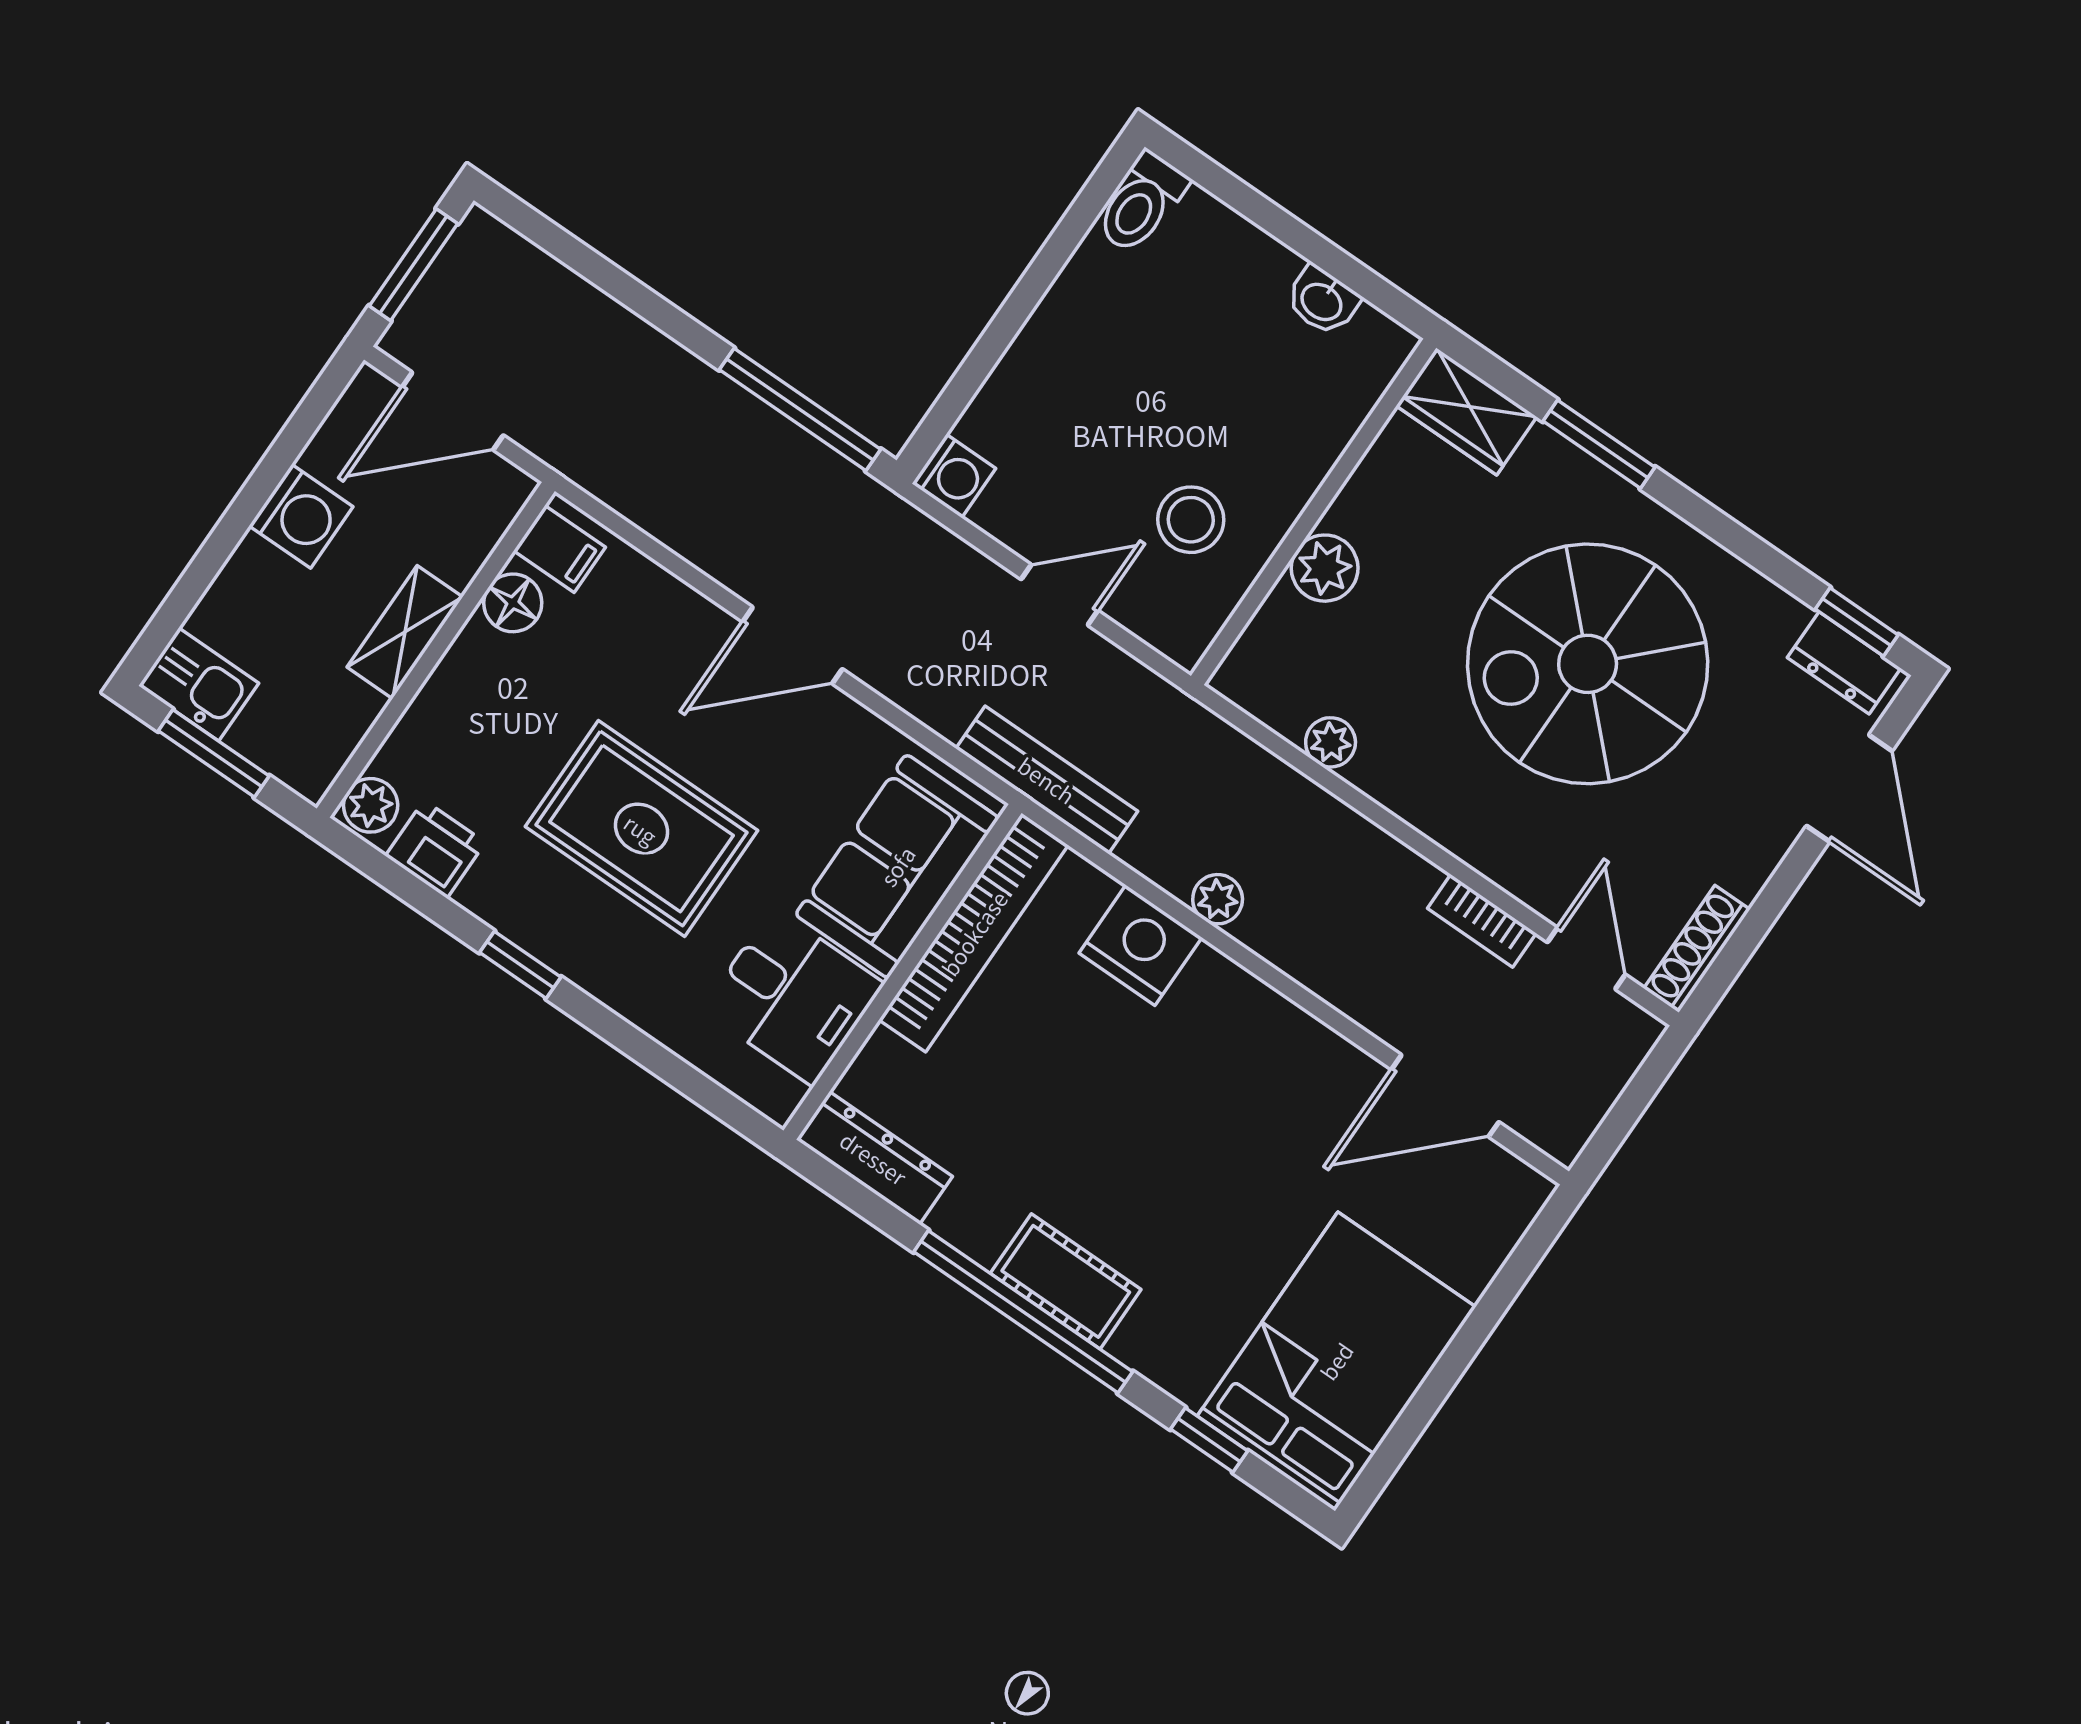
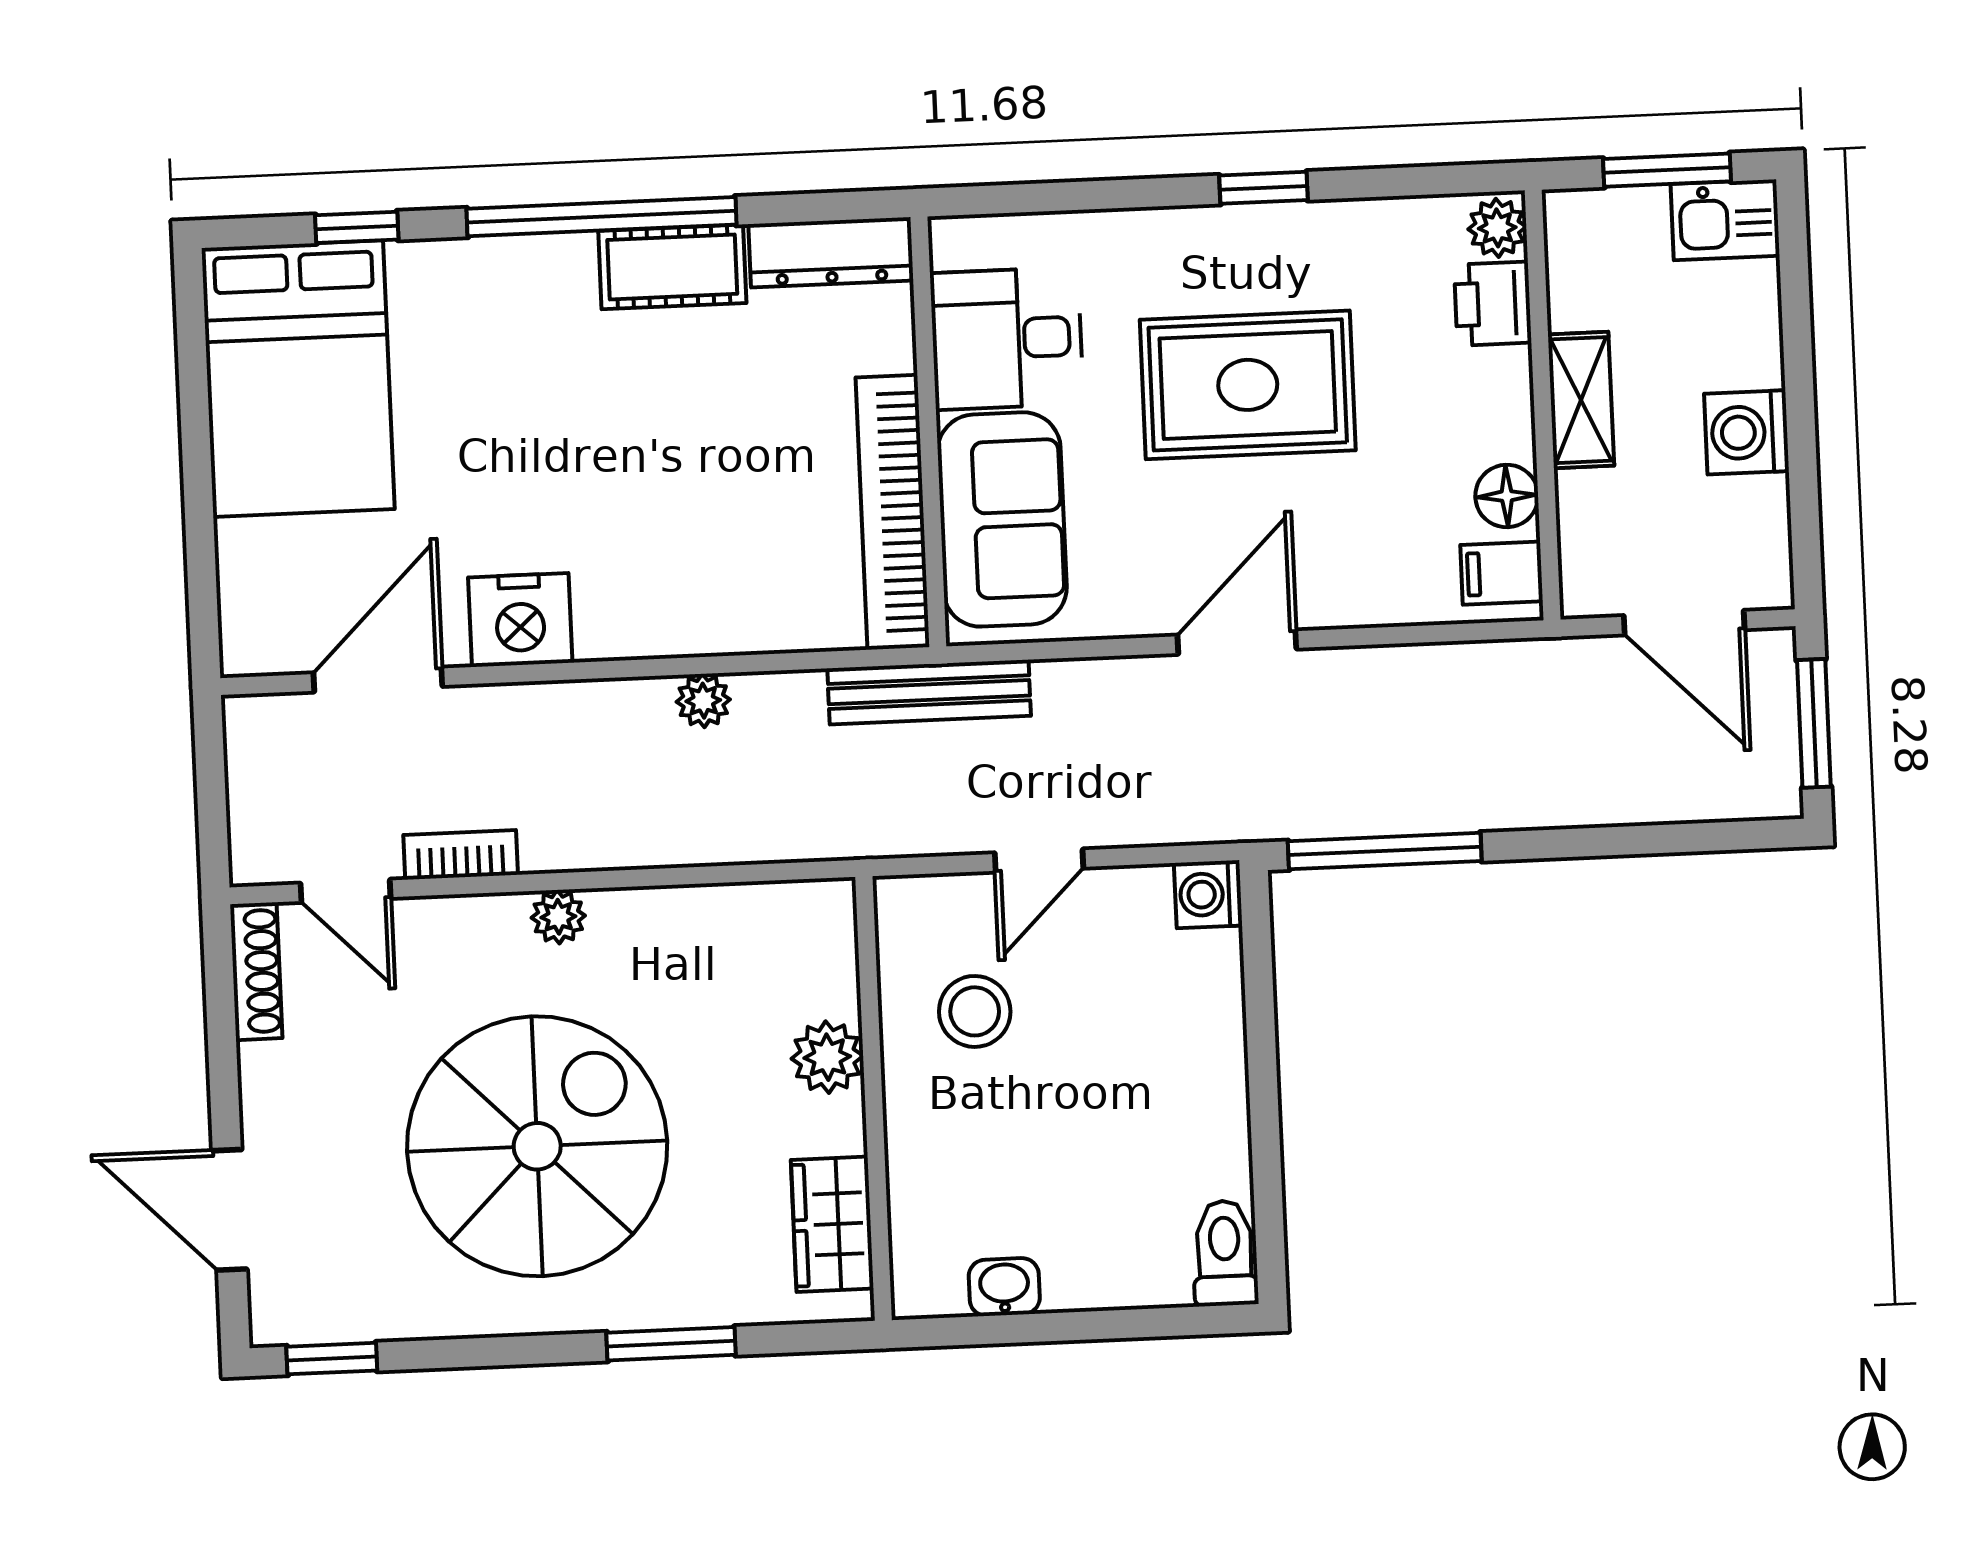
door: (453, 411) -> (1684, 623), swing flipped
wardrobe: (1466, 411) -> (832, 1224), moved, turned -90
dresser: (1844, 663) -> (316, 1315), removed
plant: (1331, 742) -> (558, 917), moved
printer: (435, 849) -> (1493, 304), moved, turned 90
nightstand: (1140, 945) -> (520, 620), moved
cot: (1066, 1281) -> (672, 267), moved

